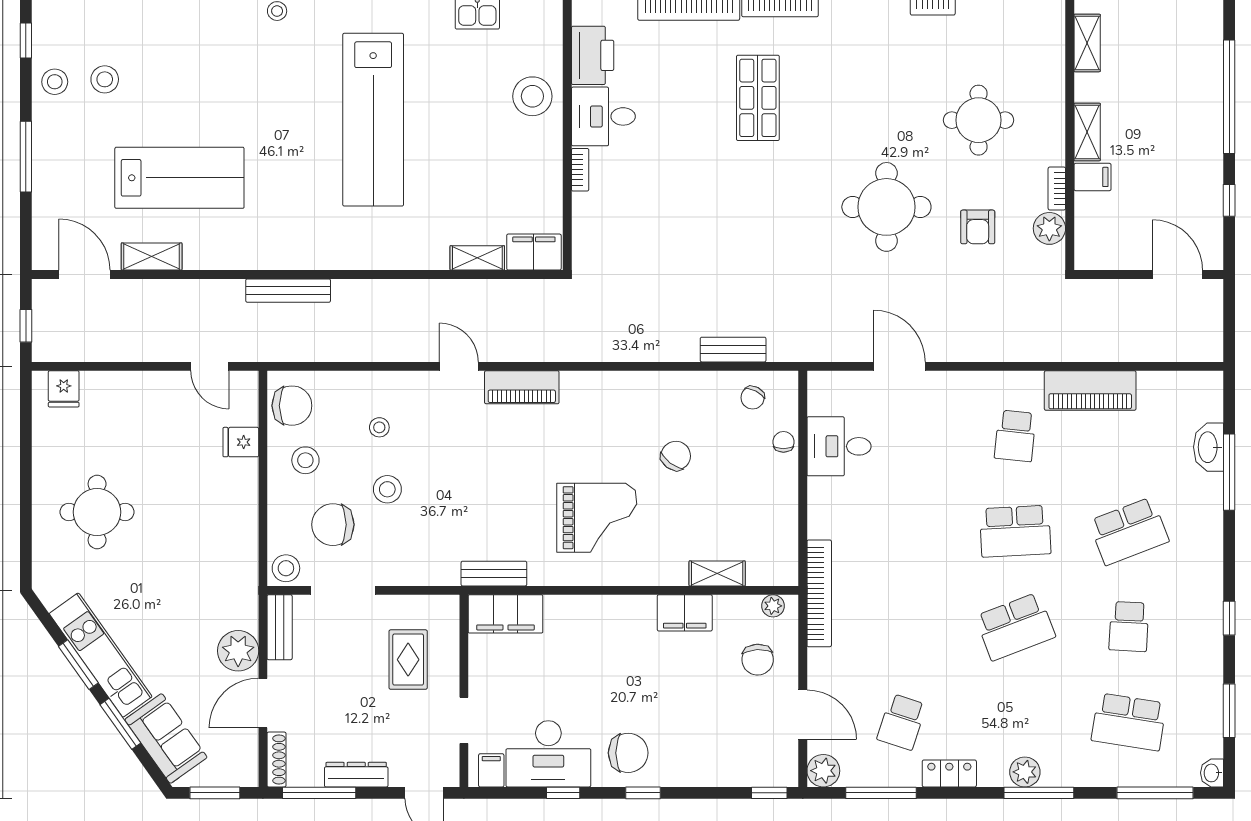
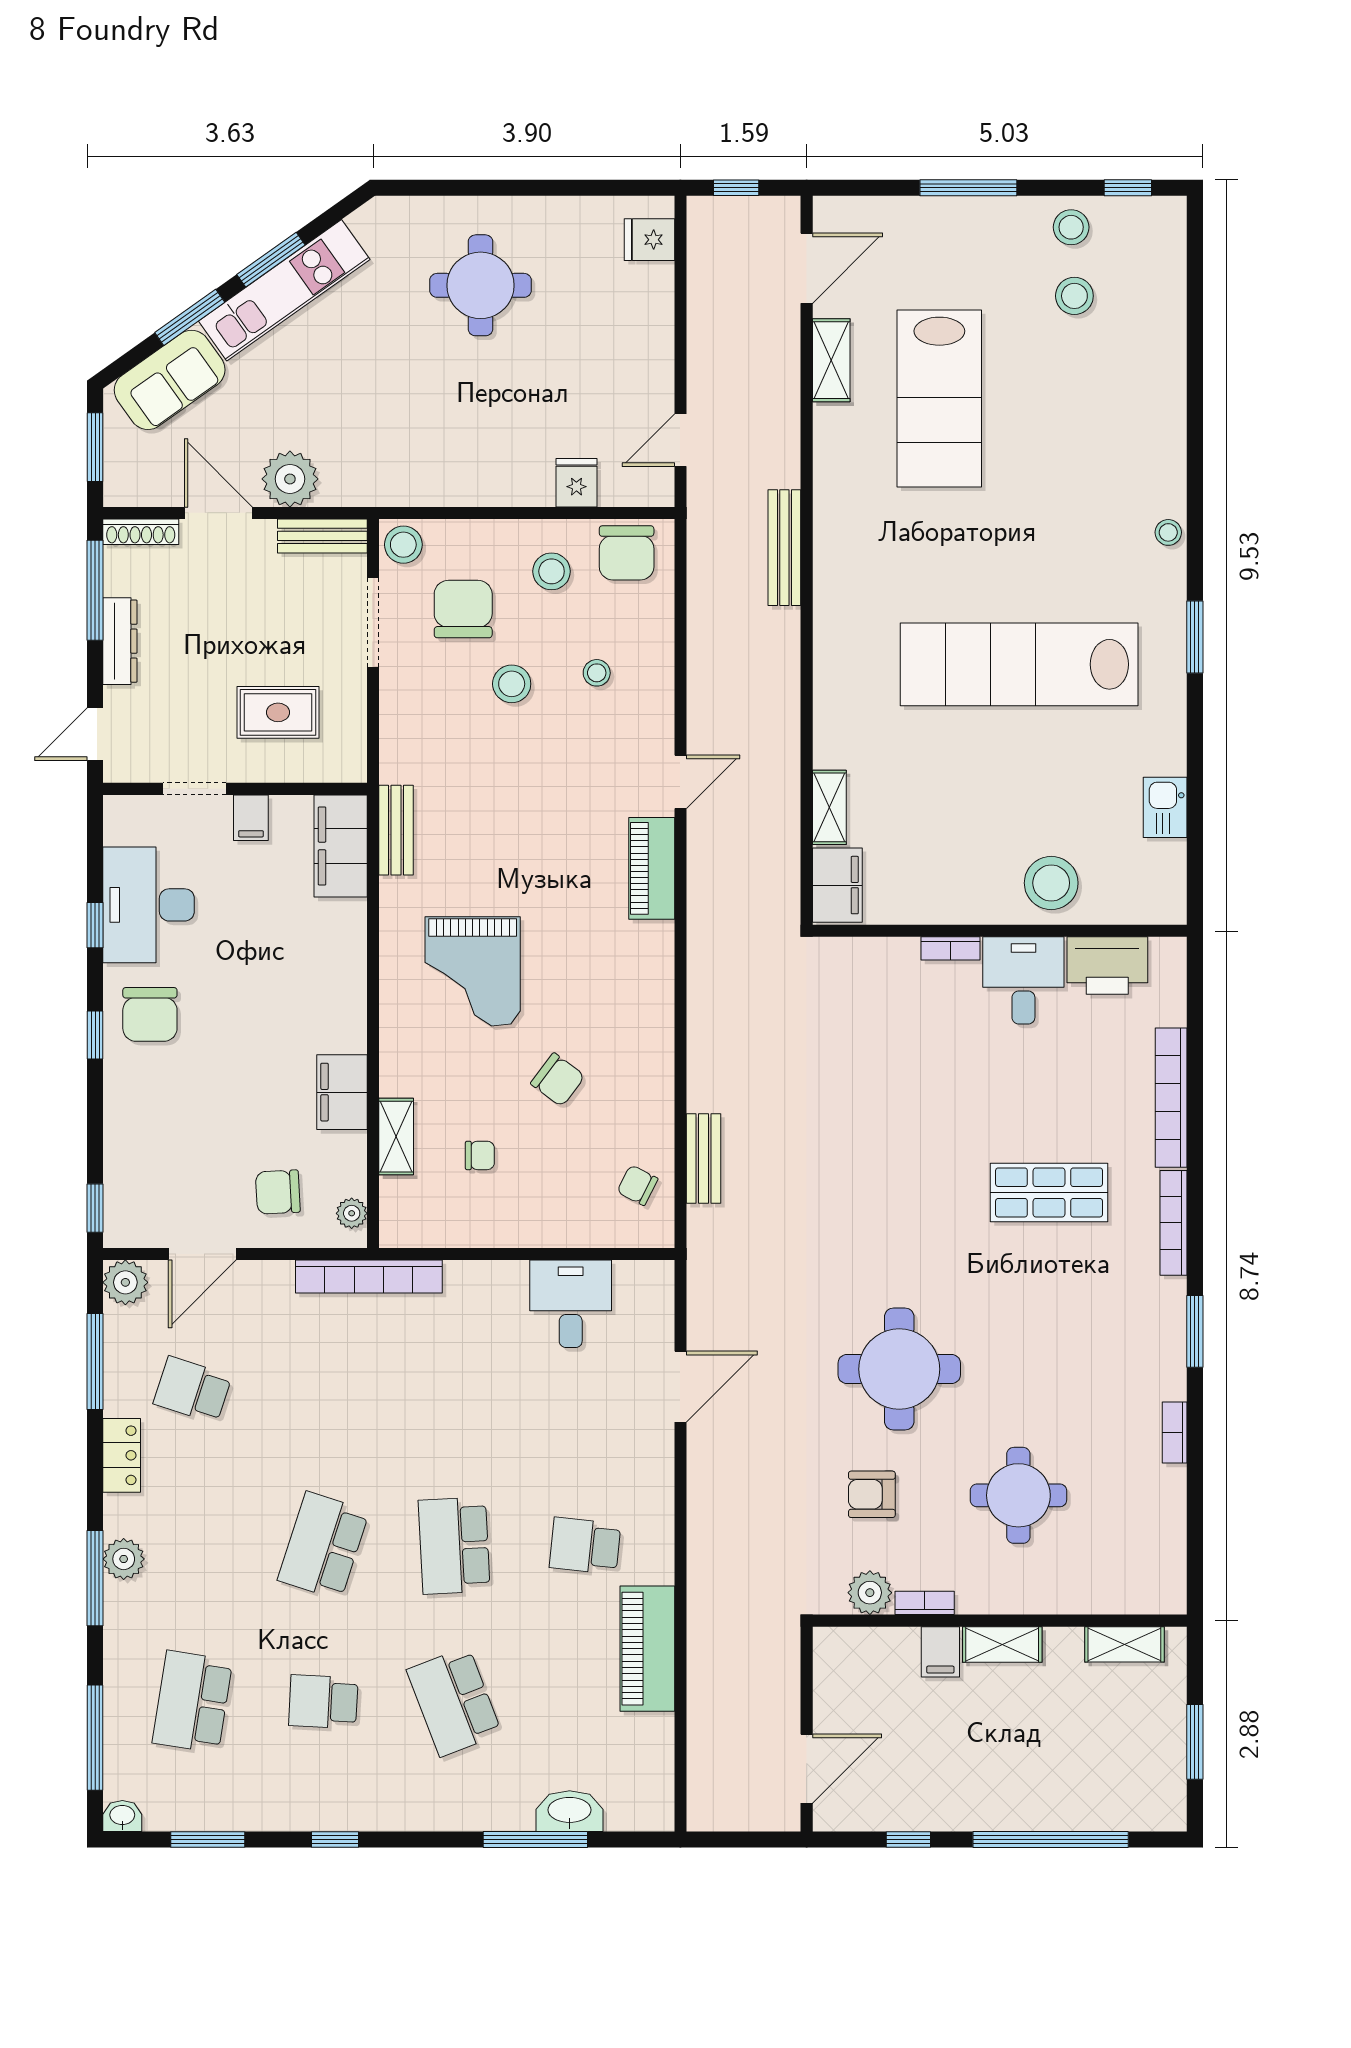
chair: (783, 442) -> (480, 1155), moved
school desk: (1015, 627) -> (323, 1546), turned 39
filing cabinet: (491, 770) -> (251, 818), moved, turned 90

